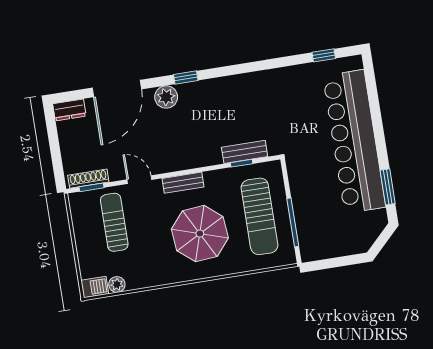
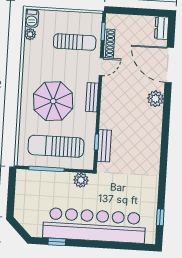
window: (186, 77) -> (166, 116), removed
plant: (297, 173) -> (81, 180), added
shoe rack: (88, 179) -> (109, 44), moved
window: (388, 187) -> (57, 242), width x0.67

